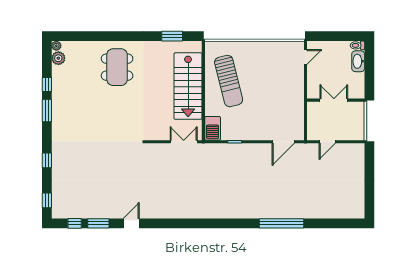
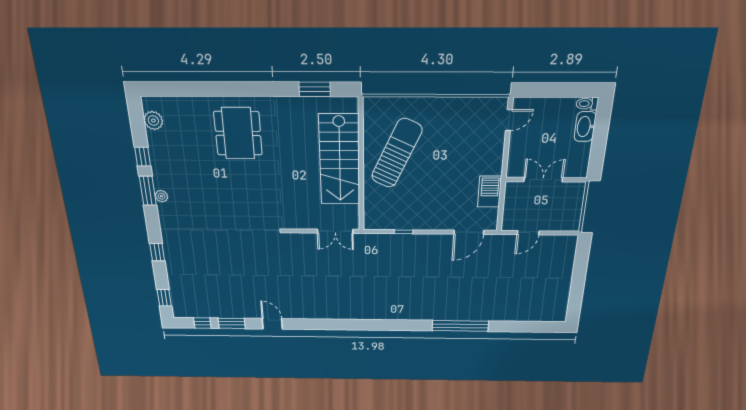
plant: (56, 46) -> (161, 196), moved
sun lounger: (229, 81) -> (397, 153), turned -141
barbecue: (213, 128) -> (490, 192), moved, turned 180
double door: (184, 142) -> (335, 231), swing flipped
door: (131, 223) -> (272, 324), hinge flipped

